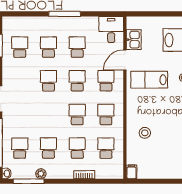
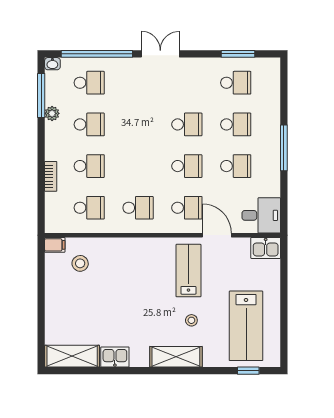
kitchen sink: (134, 40) -> (266, 248), moved
school desk: (77, 114) -> (138, 166), removed
stool: (145, 133) -> (80, 263), moved

